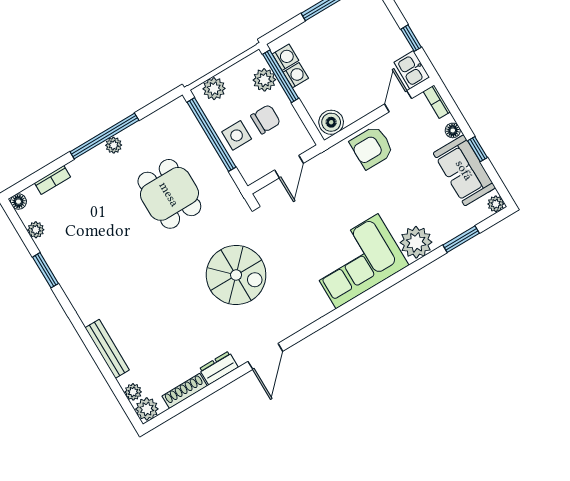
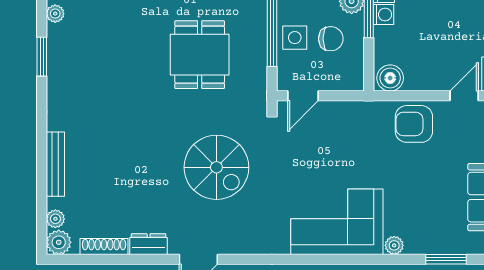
door: (289, 167) -> (303, 96), moved
plant: (416, 242) -> (394, 245), width x0.53, depth x0.53

